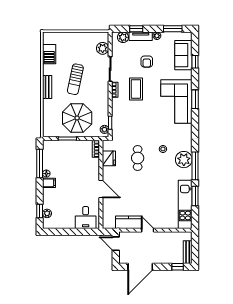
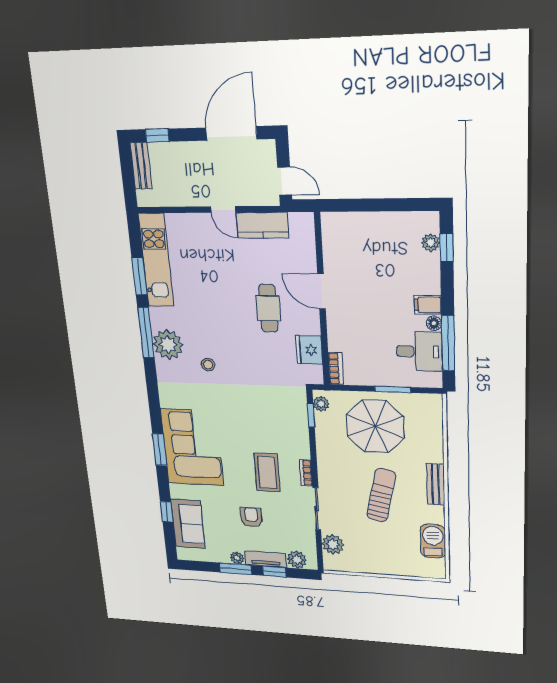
window: (173, 29) -> (236, 569), moved
cafe table: (138, 158) -> (268, 308), moved
desk: (86, 218) -> (419, 351), moved, turned 90

